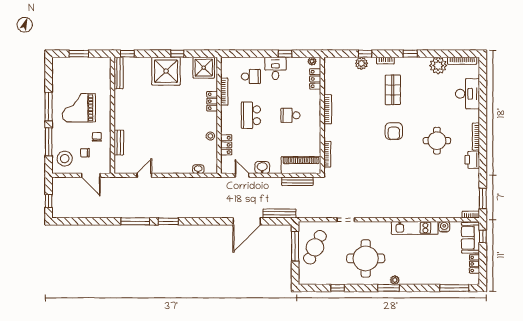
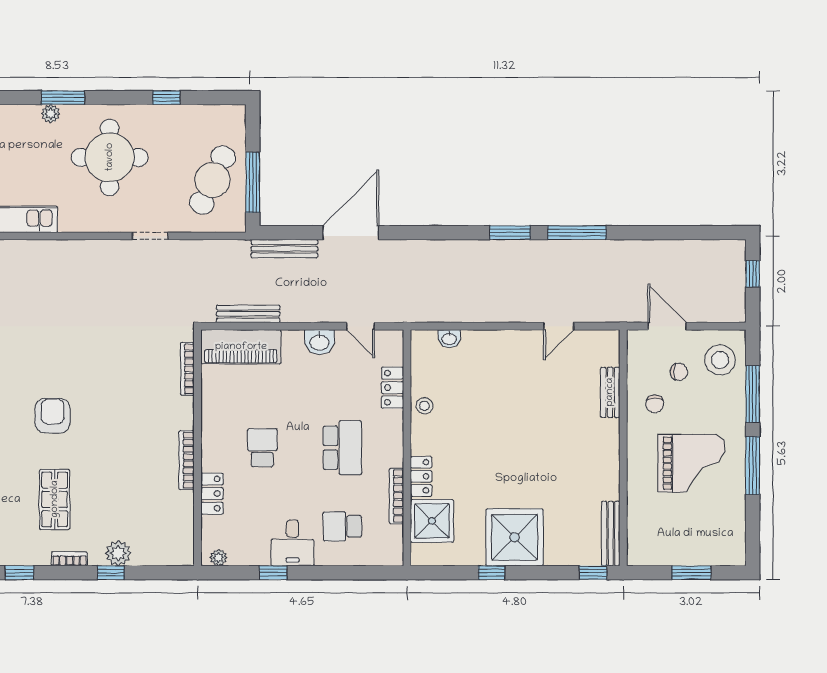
shower: (204, 68) -> (432, 521), moved
locker: (315, 79) -> (212, 494), moved
school desk: (290, 115) -> (262, 448), turned -90

